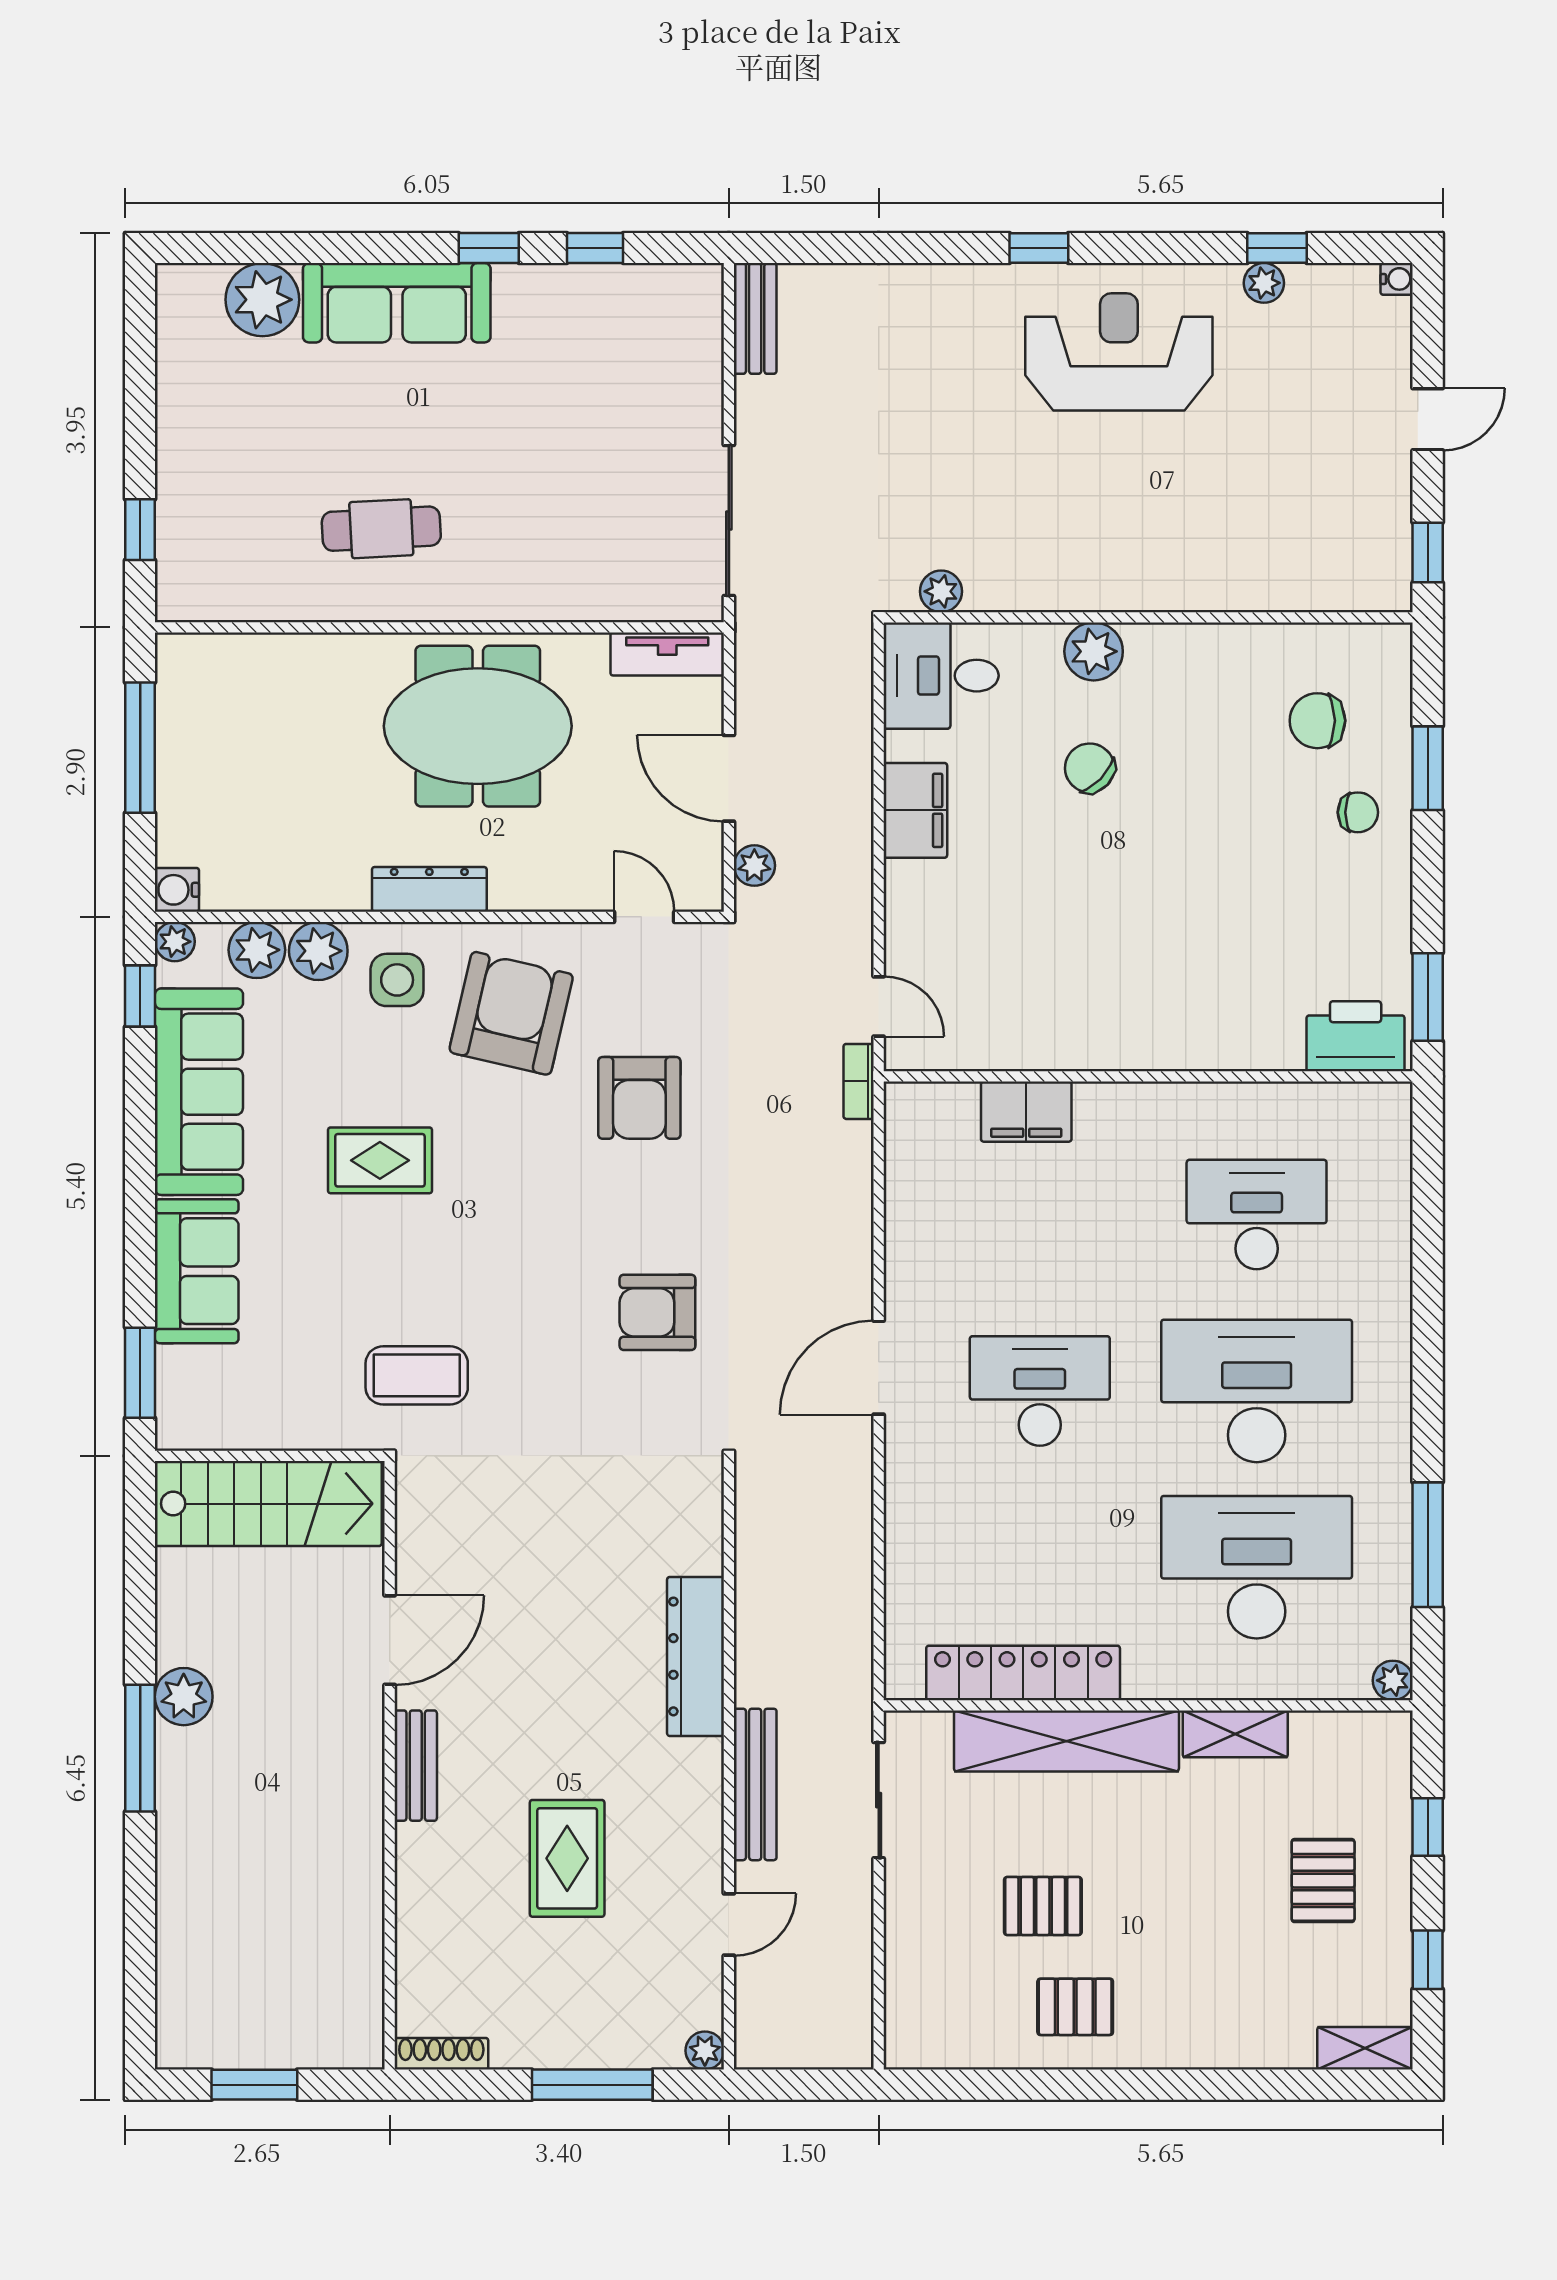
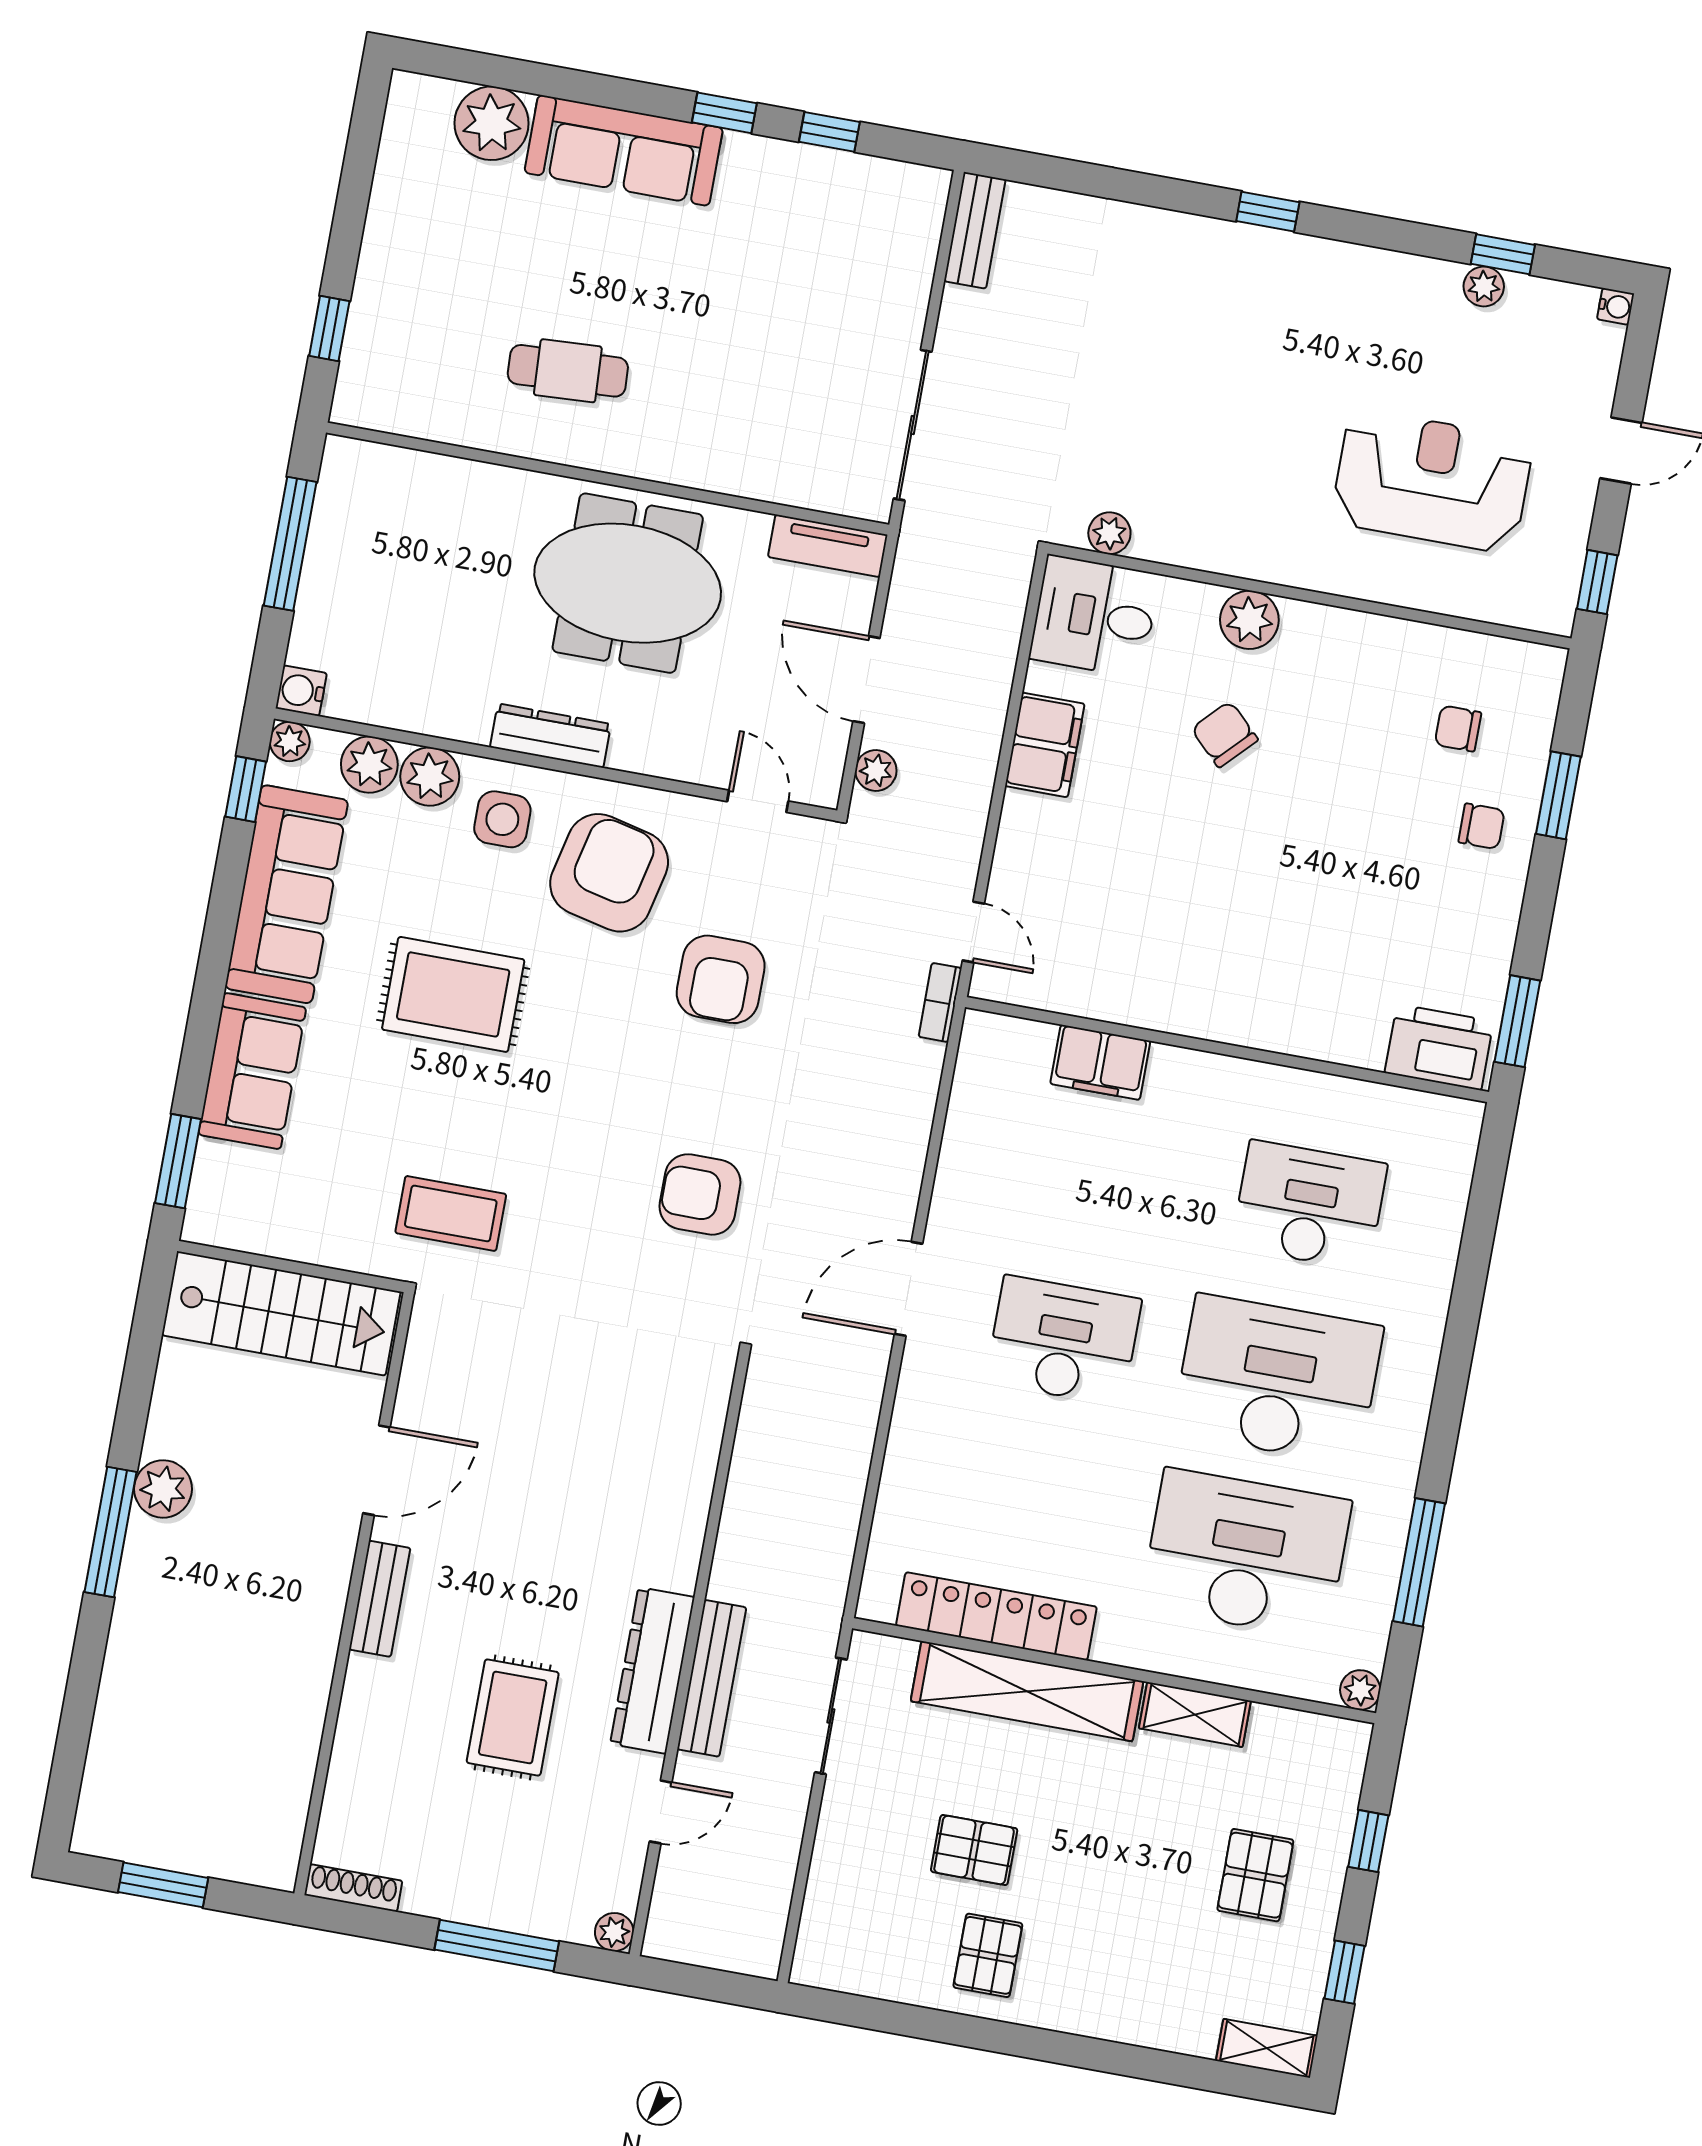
reception desk: (1119, 352) -> (1432, 481), moved
chair: (1317, 721) -> (1458, 728), width x0.73, depth x0.73
rug: (380, 1160) -> (453, 994), width x1.36, depth x1.43
dresser: (696, 1656) -> (652, 1670), moved
pallet: (1075, 2007) -> (988, 1955), turned 90

